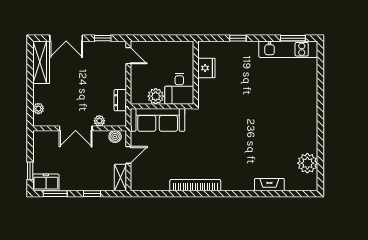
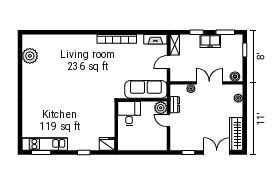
door: (128, 56) -> (168, 120), moved
fridge: (206, 68) -> (107, 144), moved, turned 90
plant: (156, 96) -> (161, 108), moved
boiler: (115, 136) -> (235, 77), moved
freezer: (46, 182) -> (210, 41), moved
fireplace: (269, 185) -> (155, 39), moved

